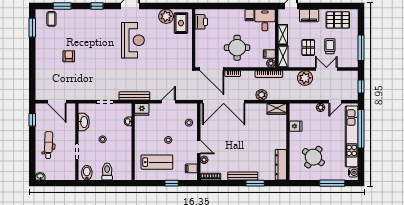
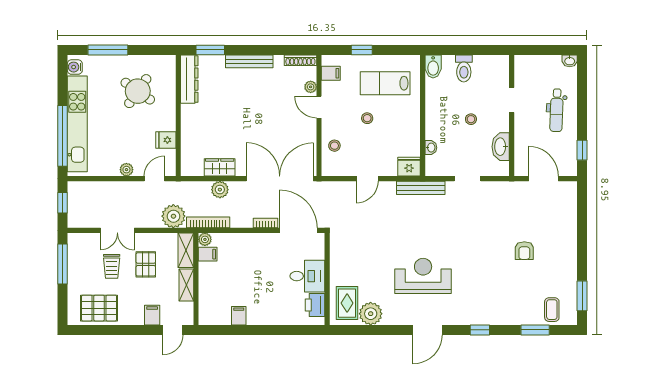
filing cabinet: (309, 15) -> (152, 315), width x0.50
desk: (265, 20) -> (307, 276), moved, turned -90
reception desk: (133, 40) -> (423, 276), turned 90
round table: (237, 48) -> (258, 264), removed
plant: (305, 78) -> (173, 216), moved
door: (335, 102) -> (154, 179), moved
wardrobe: (277, 109) -> (220, 167), moved
bidet: (87, 173) -> (433, 66), moved
window: (255, 183) -> (210, 50), moved

